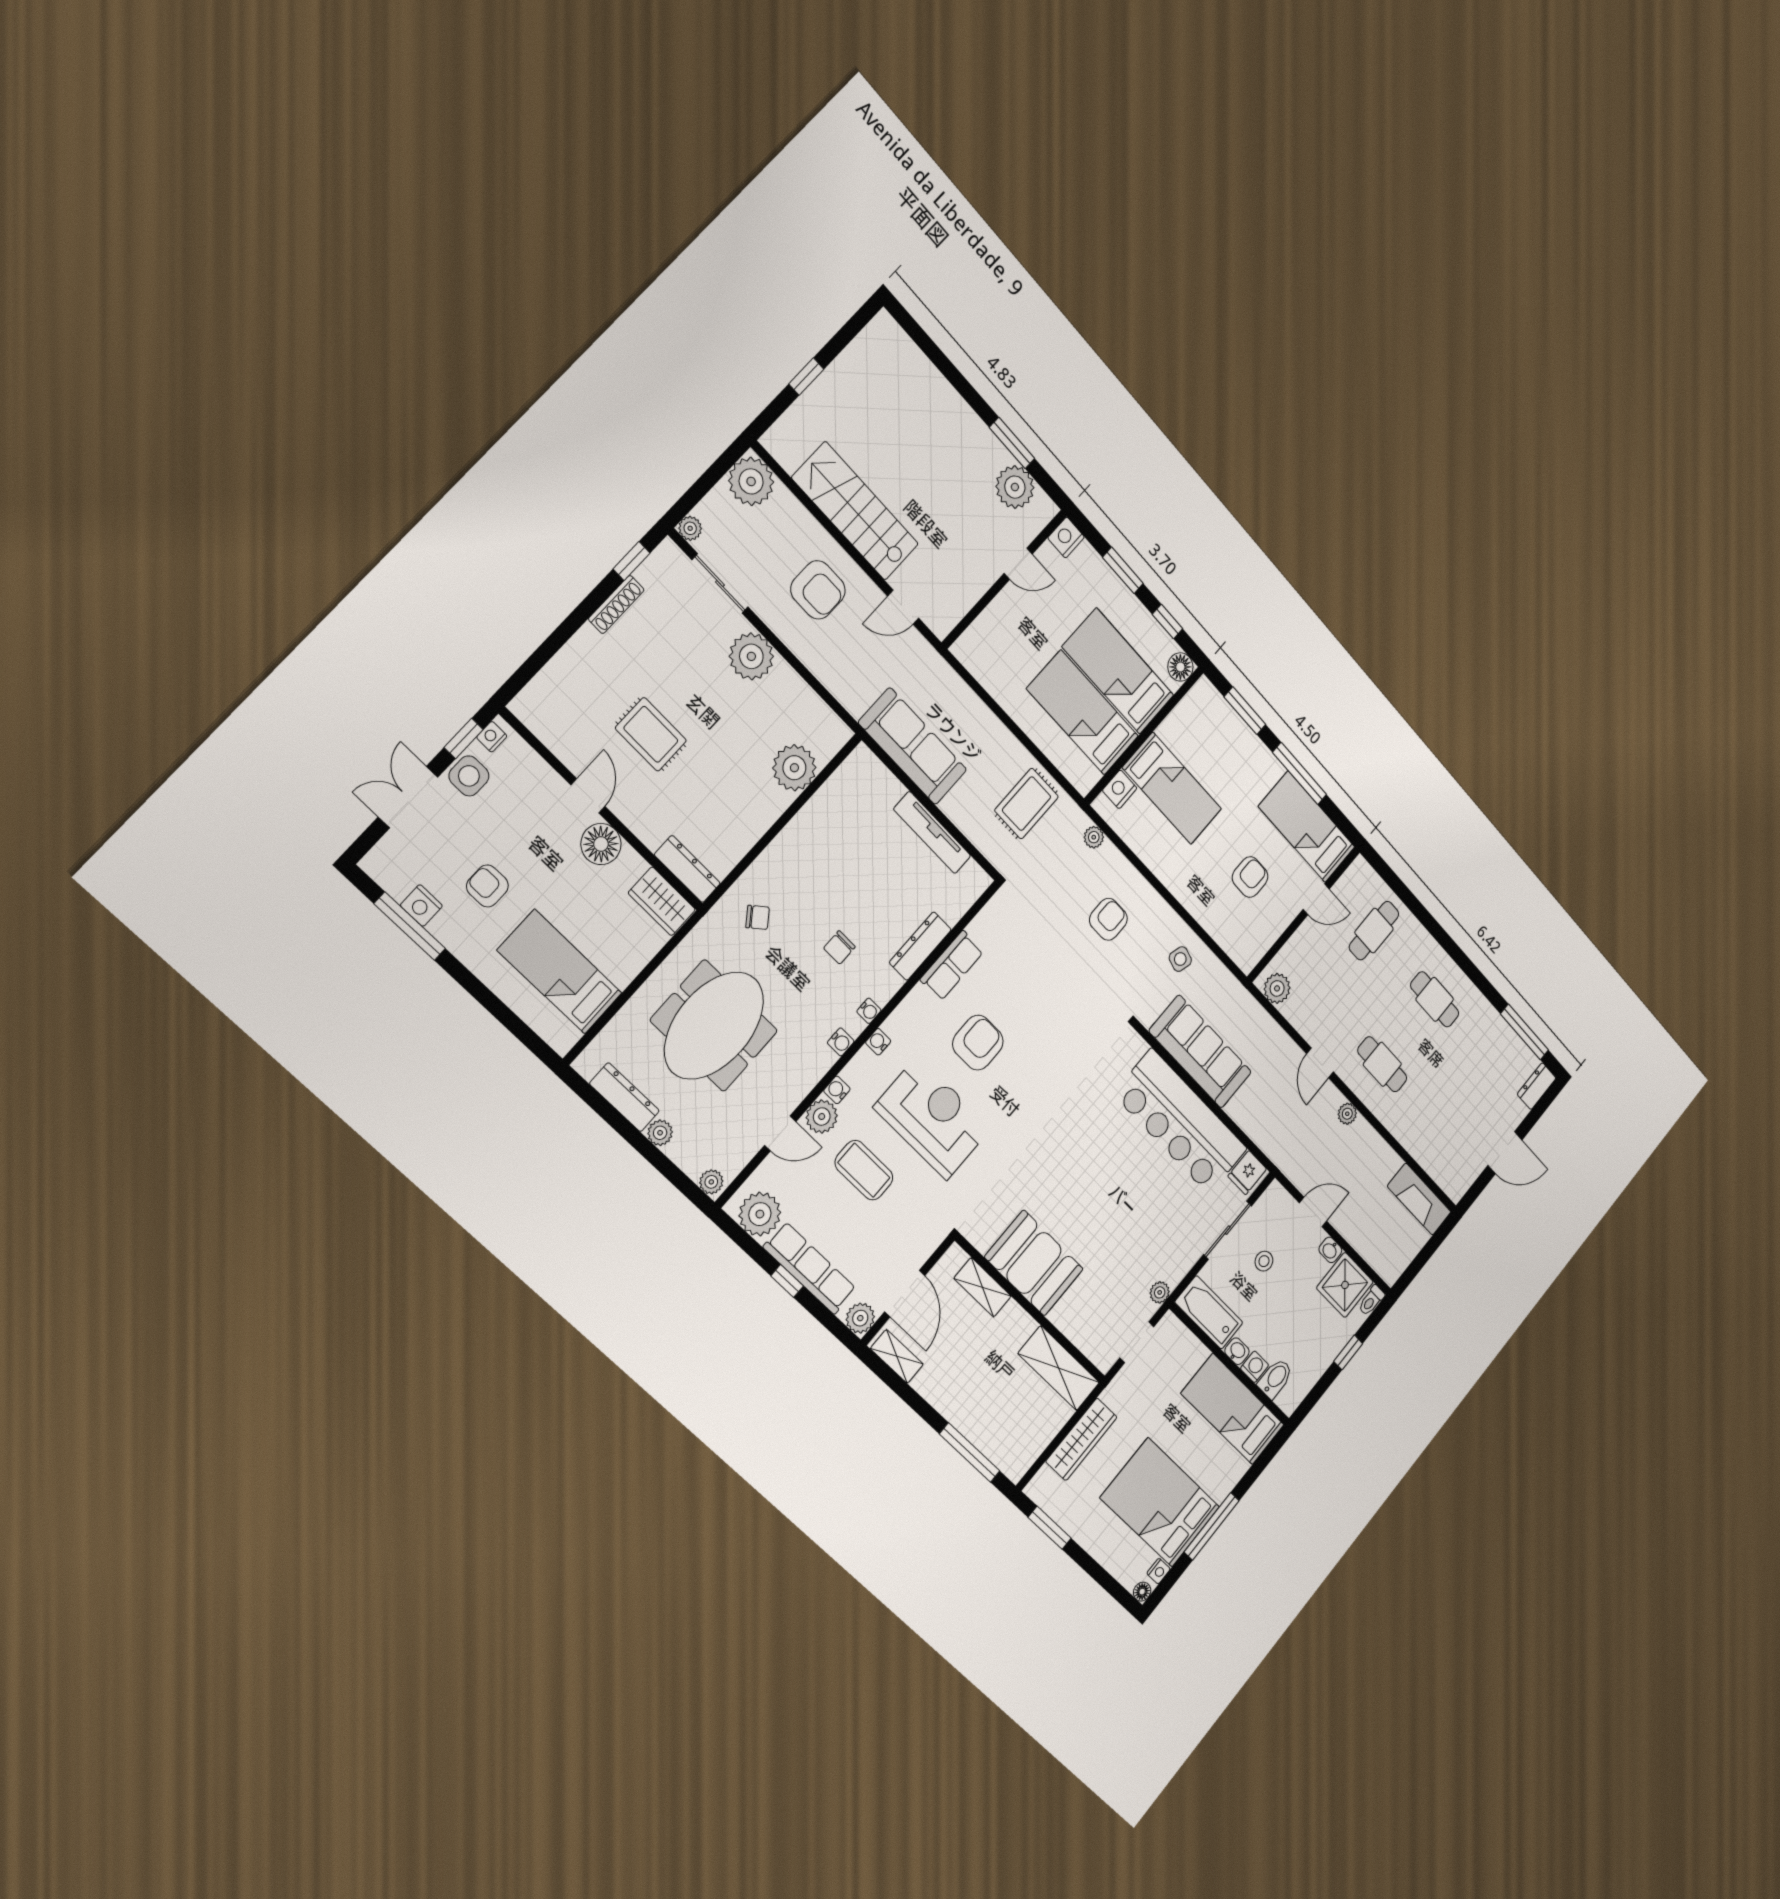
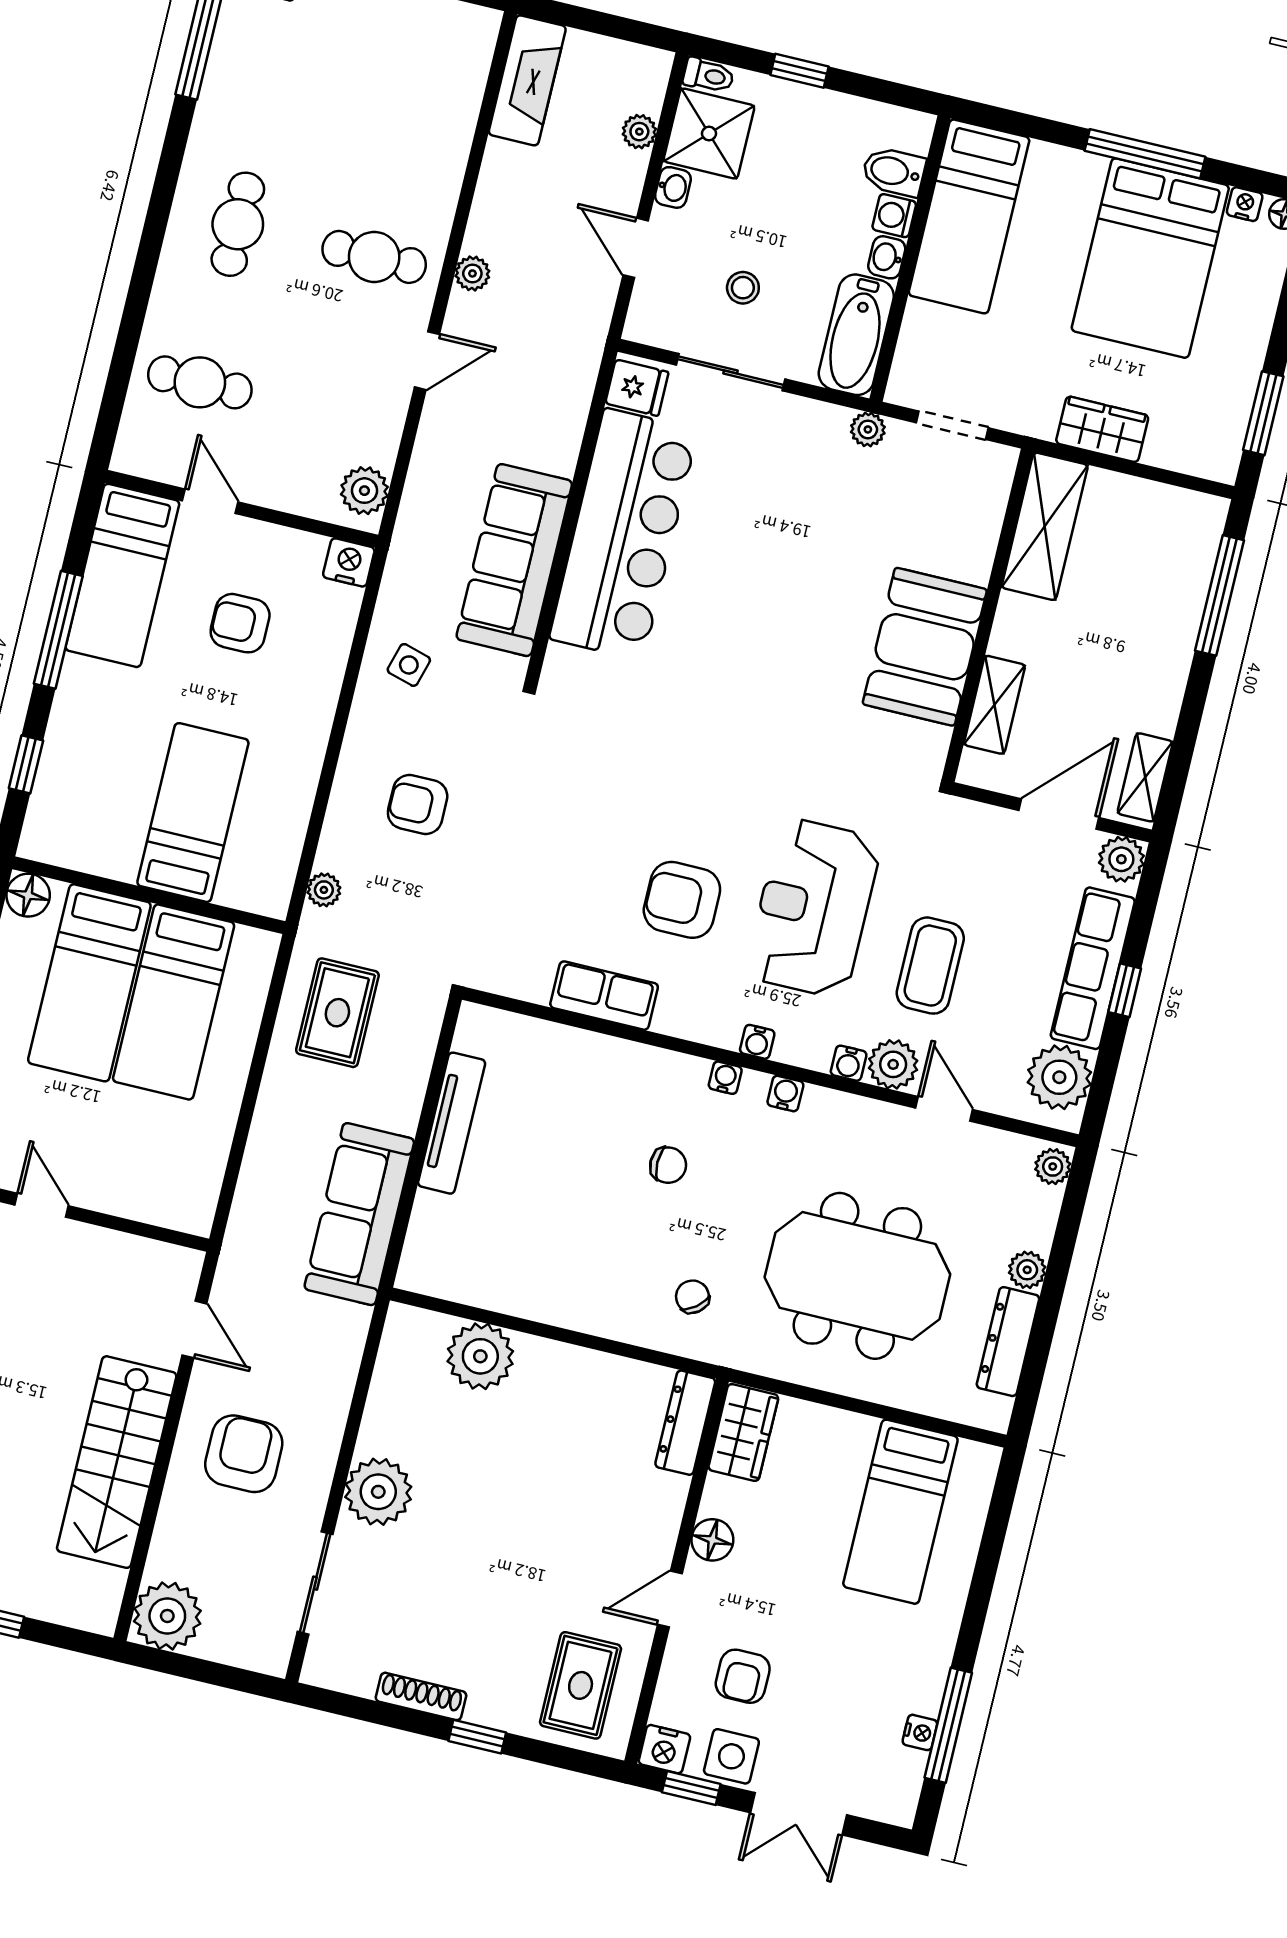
plant: (690, 528) -> (639, 132), moved
window: (632, 561) -> (477, 1737), moved
window: (1245, 711) -> (26, 764), width x0.67
rug: (651, 734) -> (581, 1685), moved
nightstand: (492, 737) -> (664, 1749), width x1.39, depth x1.35
nightstand: (1120, 789) -> (349, 562), moved, turned 180
rug: (1026, 804) -> (337, 1013), turned 90
floor lamp: (601, 844) -> (712, 1540), width x0.73, depth x0.73
armchair: (487, 886) -> (743, 1676), moved
nightstand: (421, 906) -> (920, 1732), width x0.72, depth x0.74
dresser: (920, 946) -> (604, 1055), removed
cafe table: (1382, 1064) -> (374, 257), turned 90
wardrobe: (1081, 1439) -> (1102, 429), width x0.67

